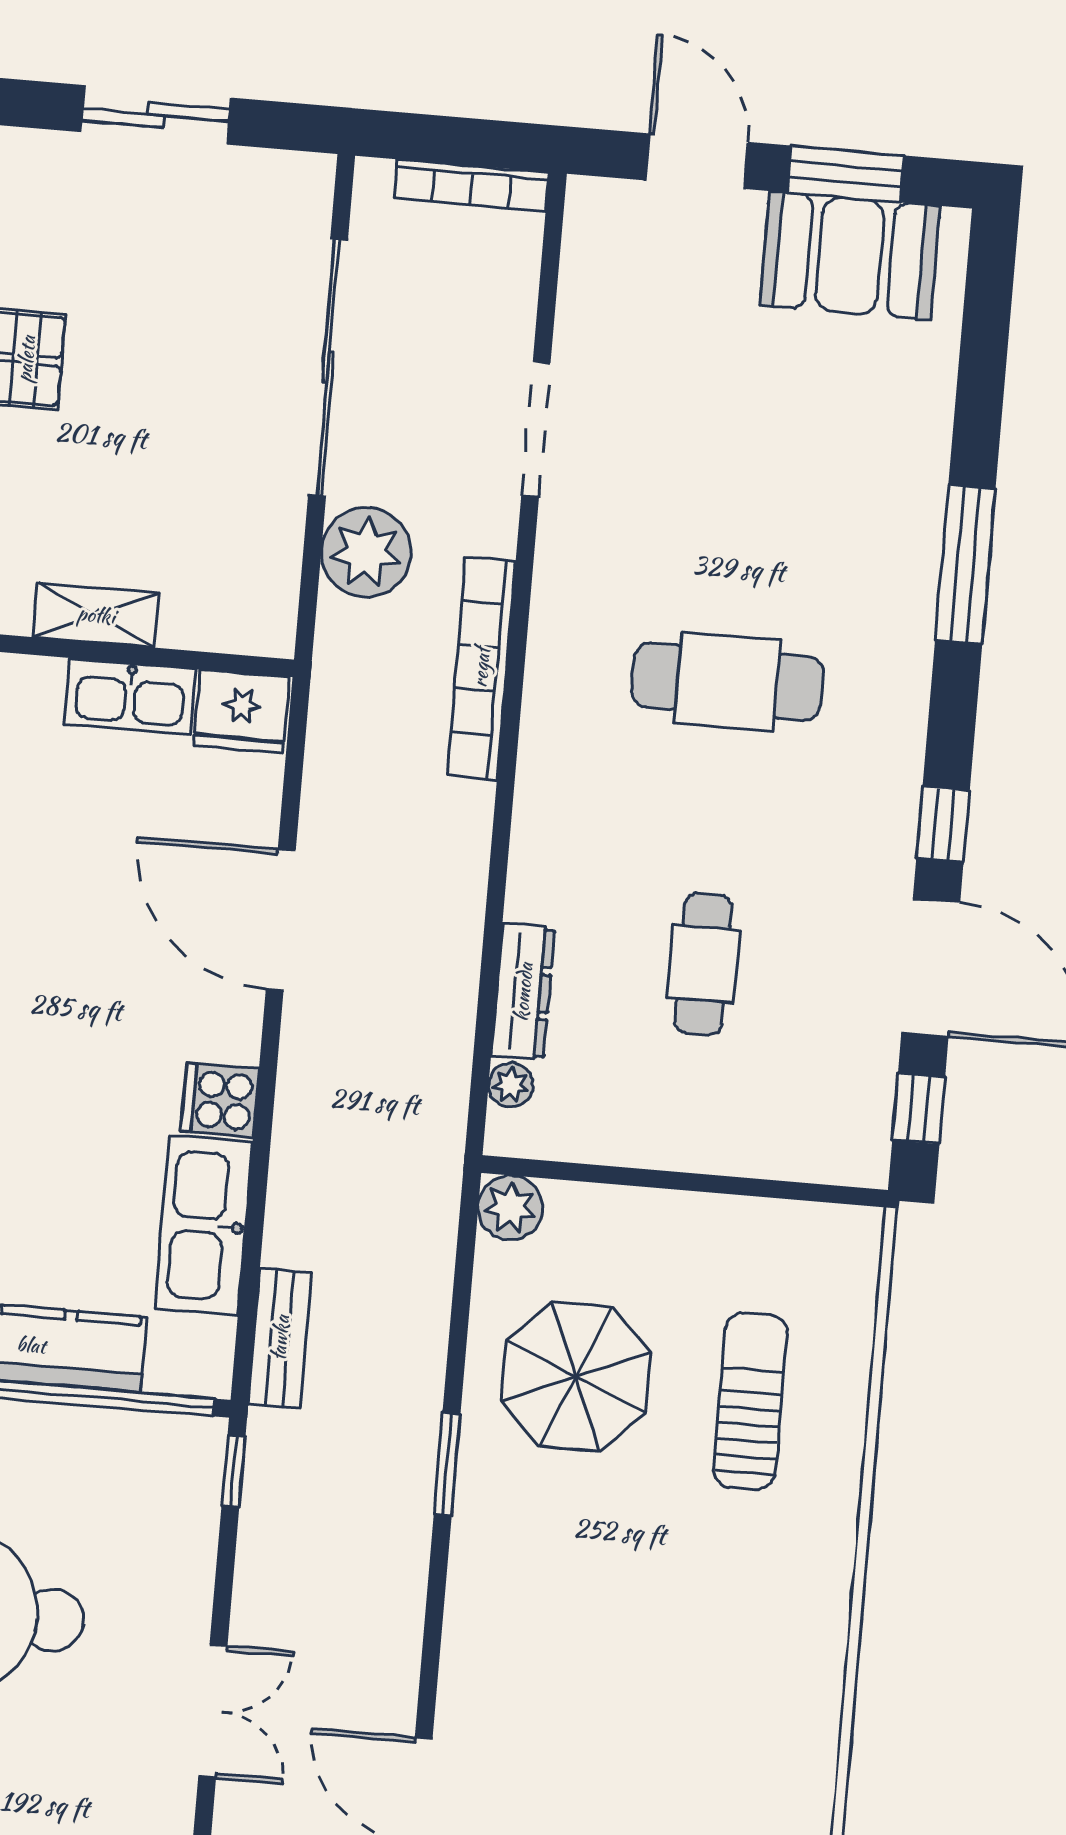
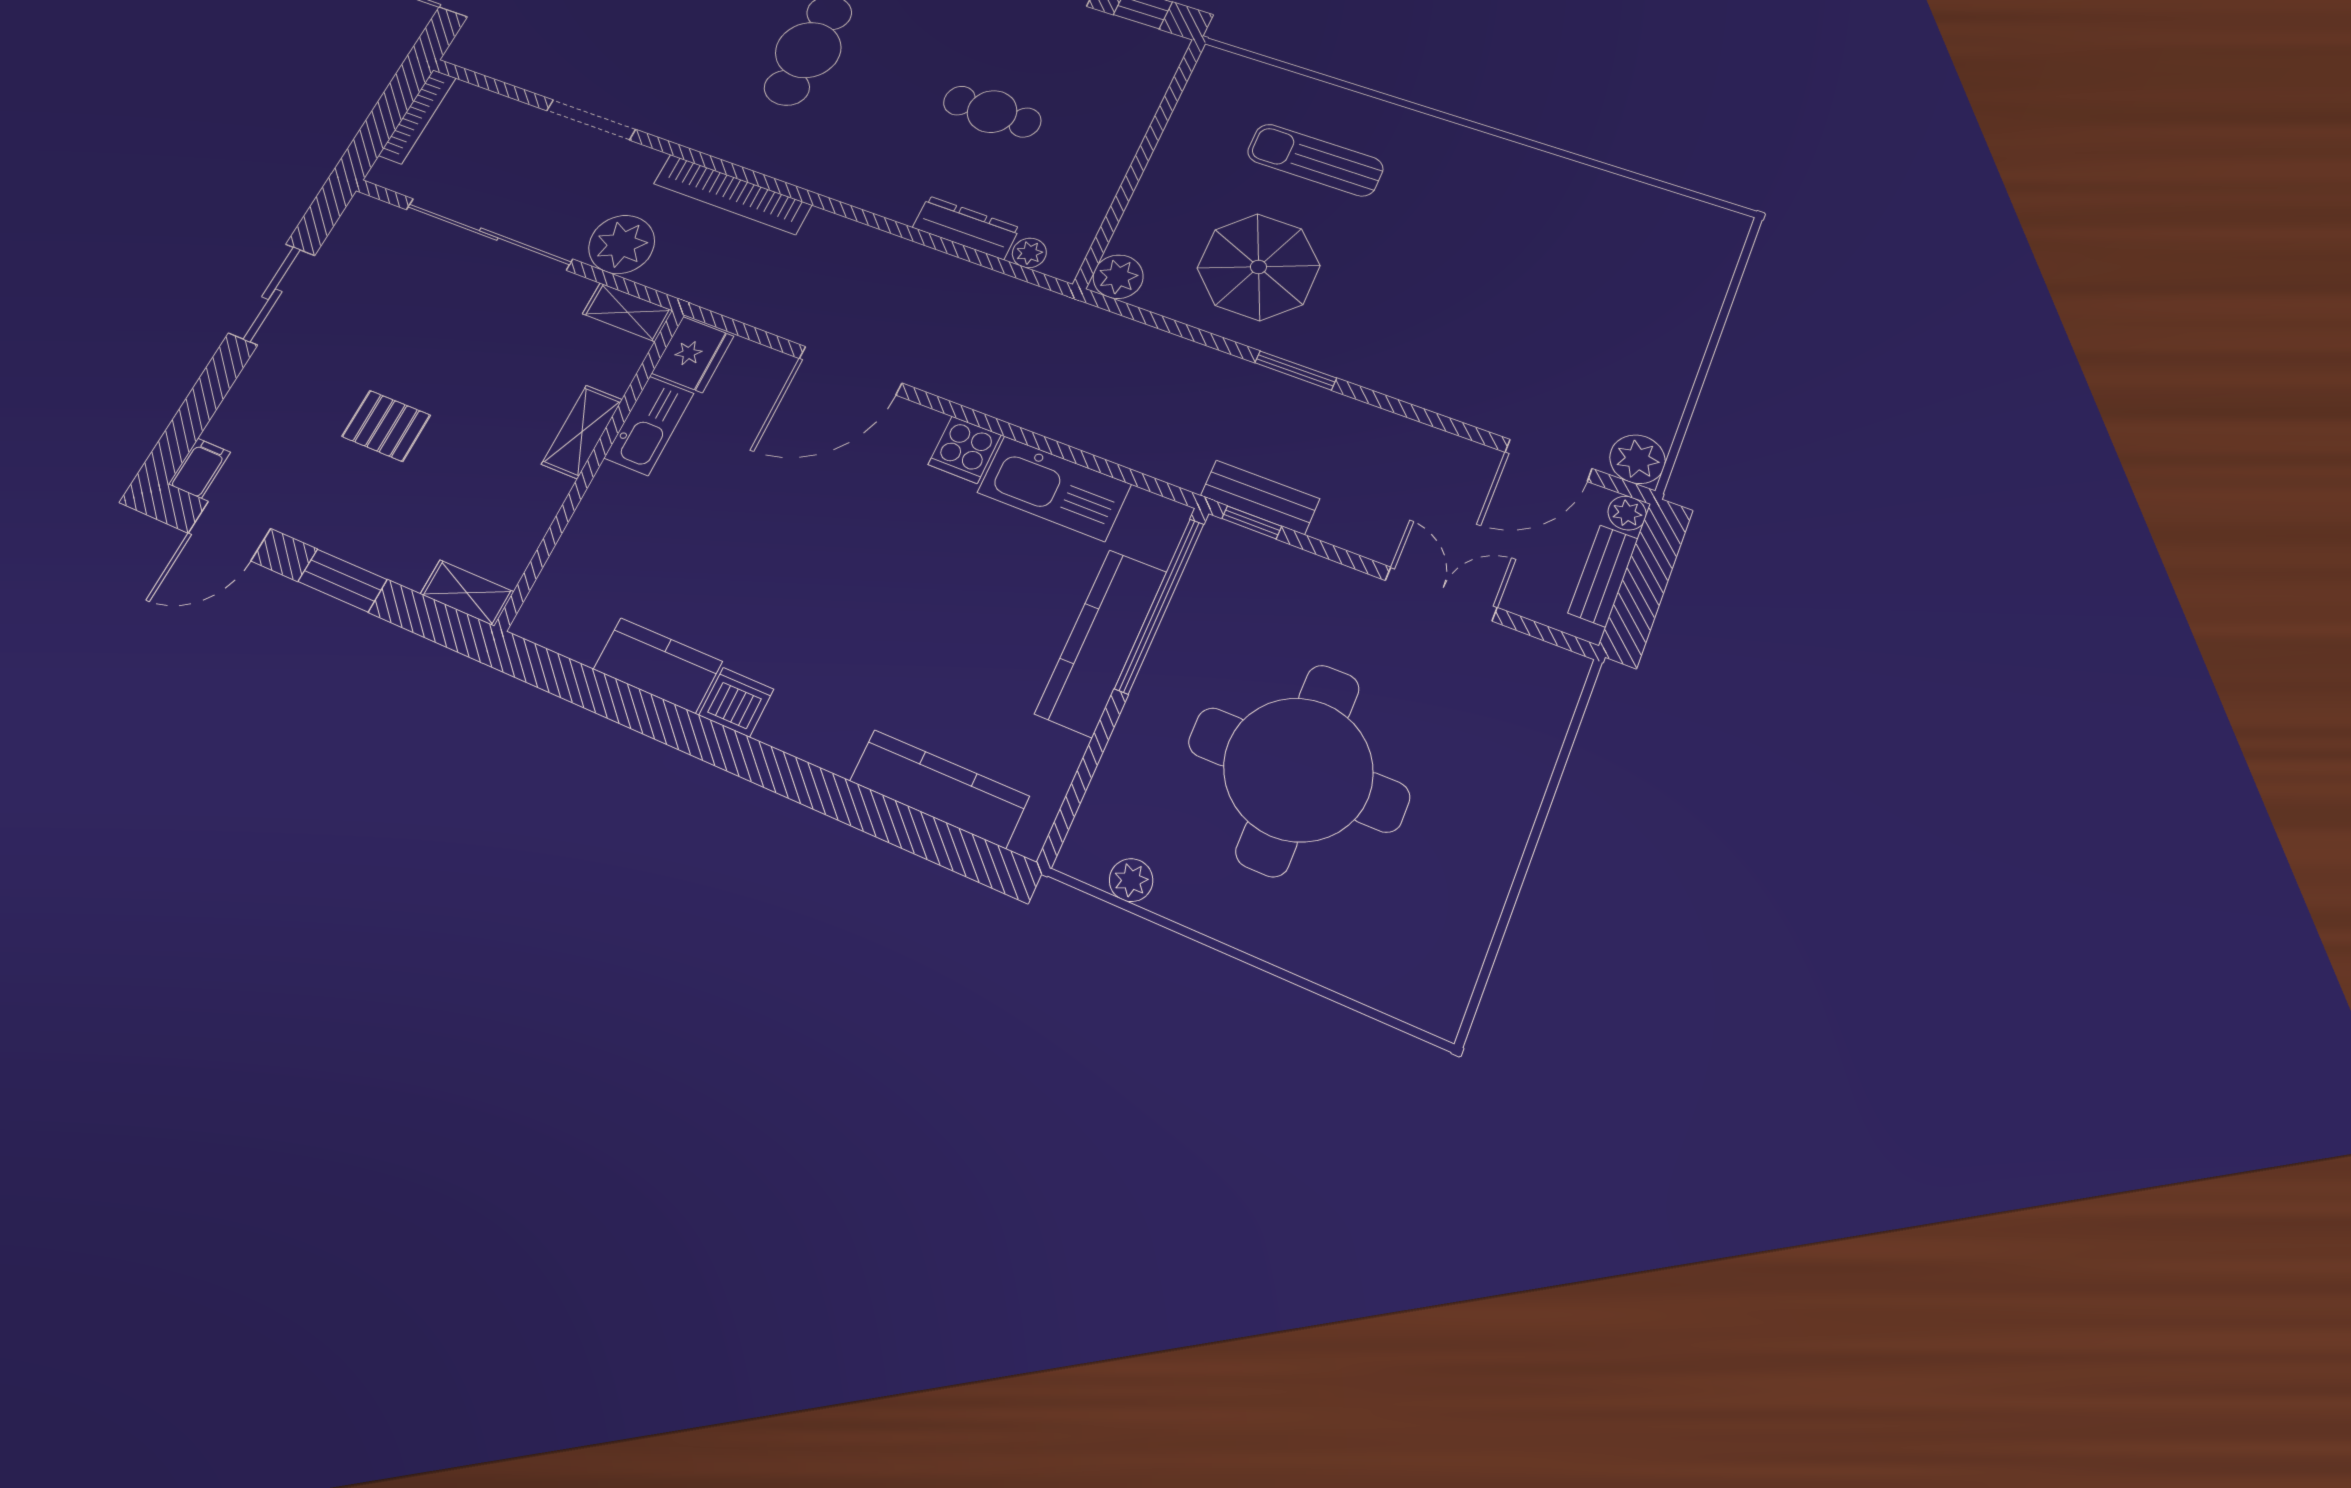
shelving: (274, 602) -> (627, 312), added
bench: (280, 1338) -> (1260, 497), moved

